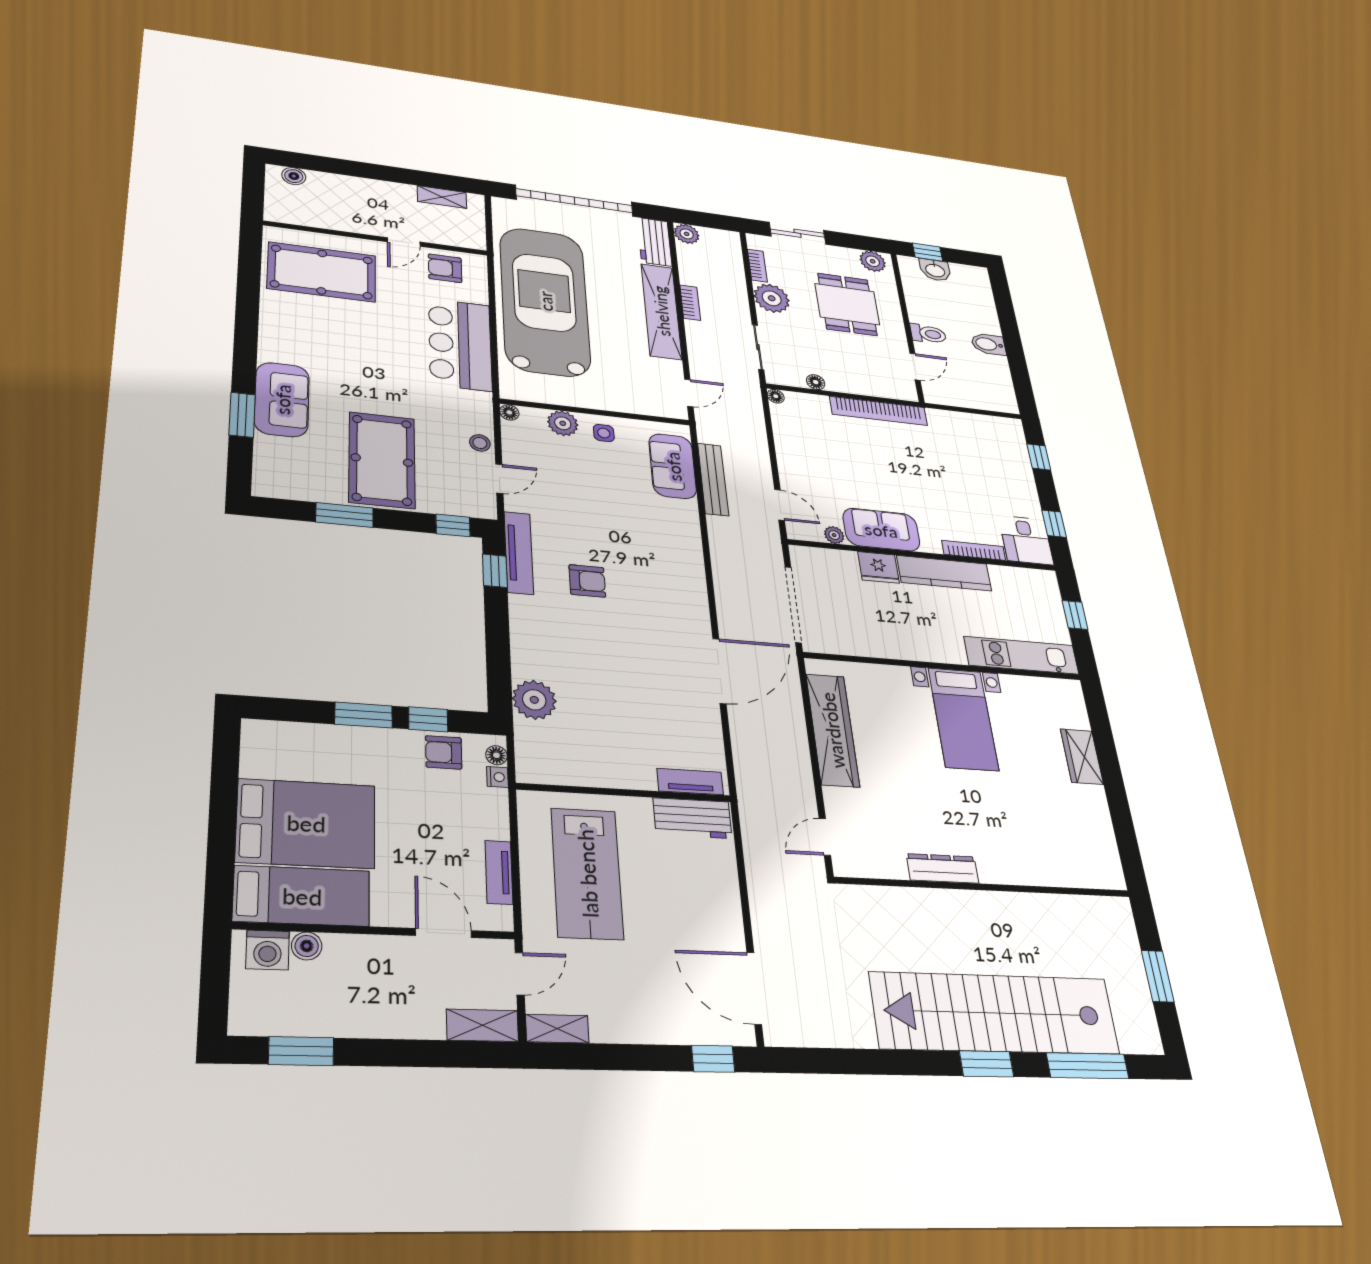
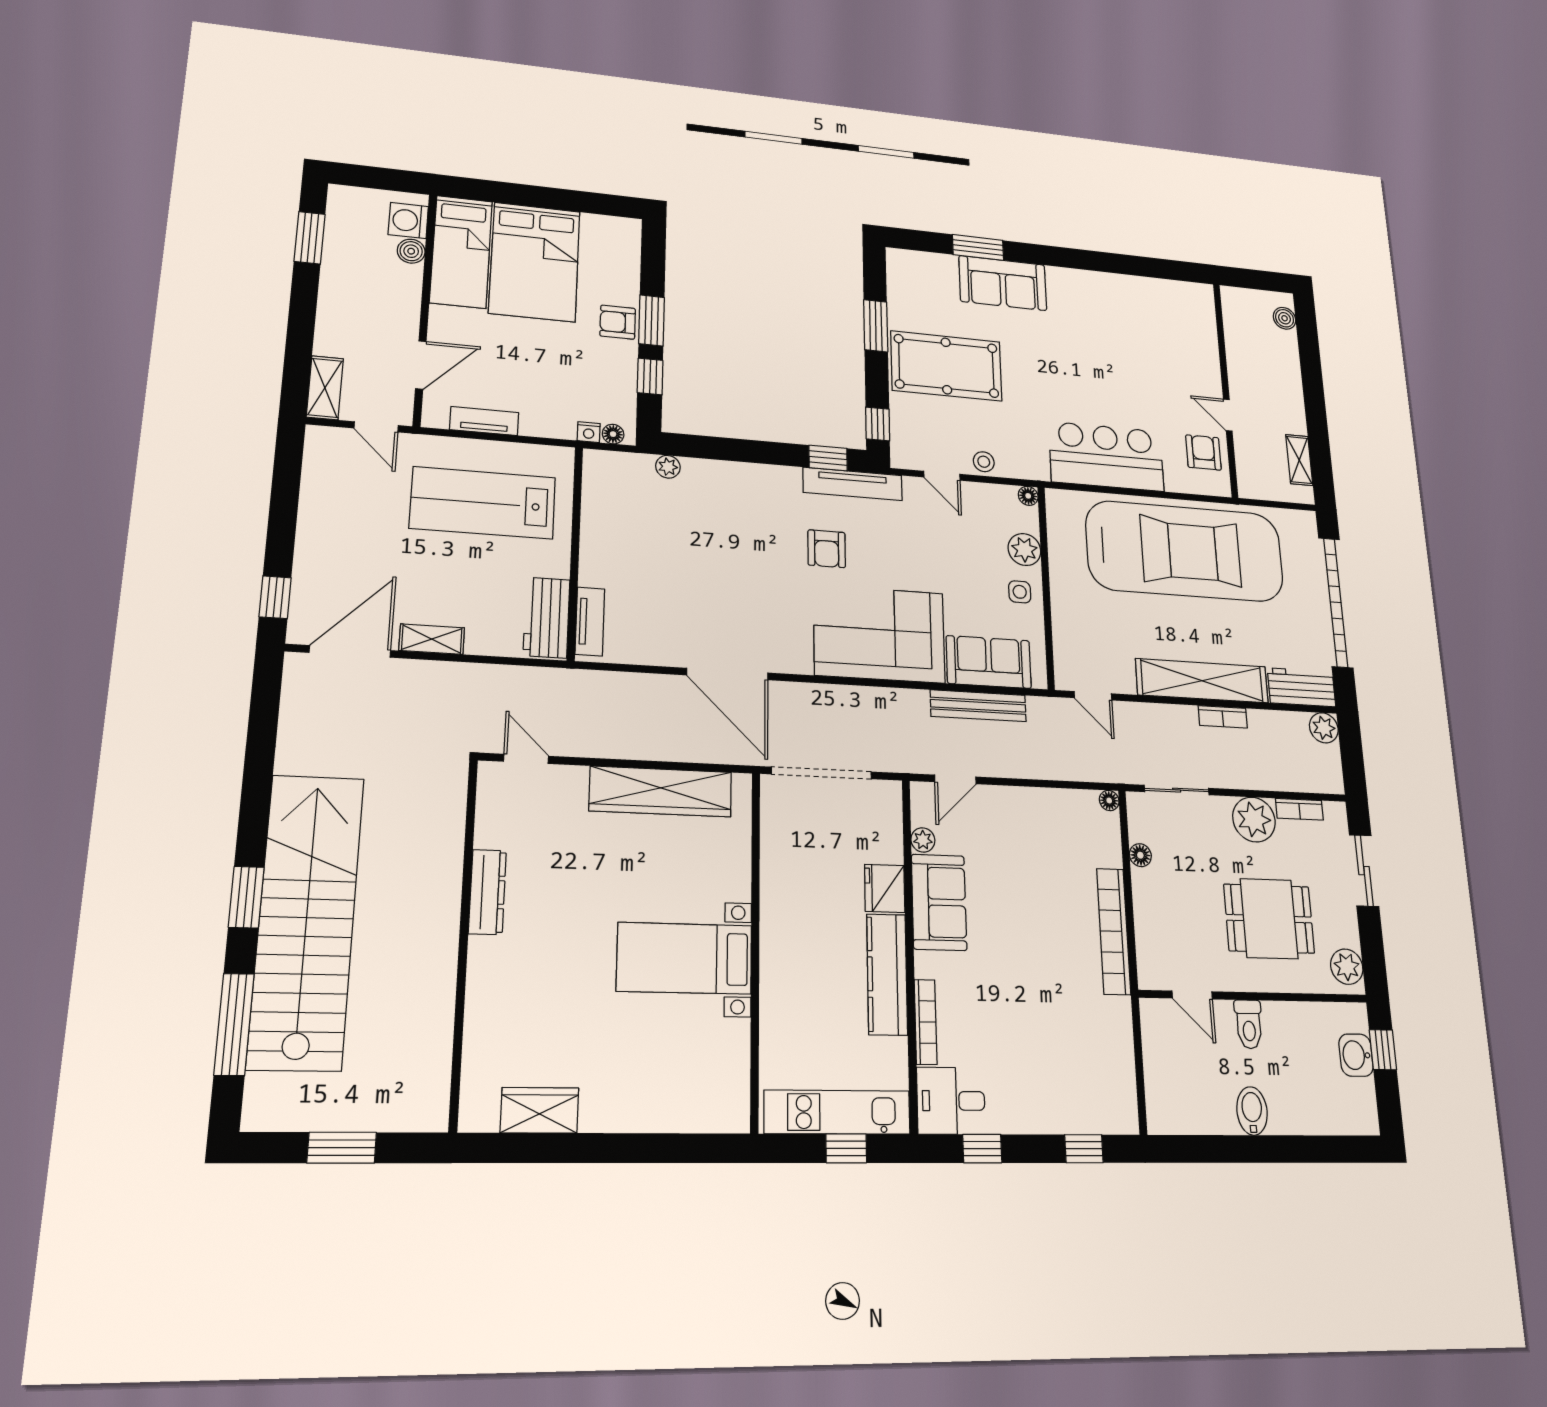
pool table: (322, 272) -> (1168, 333), removed
corner sofa: (662, 547) -> (879, 634), added
kitchen unit: (1021, 655) -> (837, 1112), moved, turned -90
plant: (534, 700) -> (668, 467), width x0.53, depth x0.53
armchair: (444, 752) -> (618, 322), moved, turned -90
wardrobe: (1082, 757) -> (540, 1110), moved
shelving: (557, 1029) -> (432, 639), moved, turned 90

